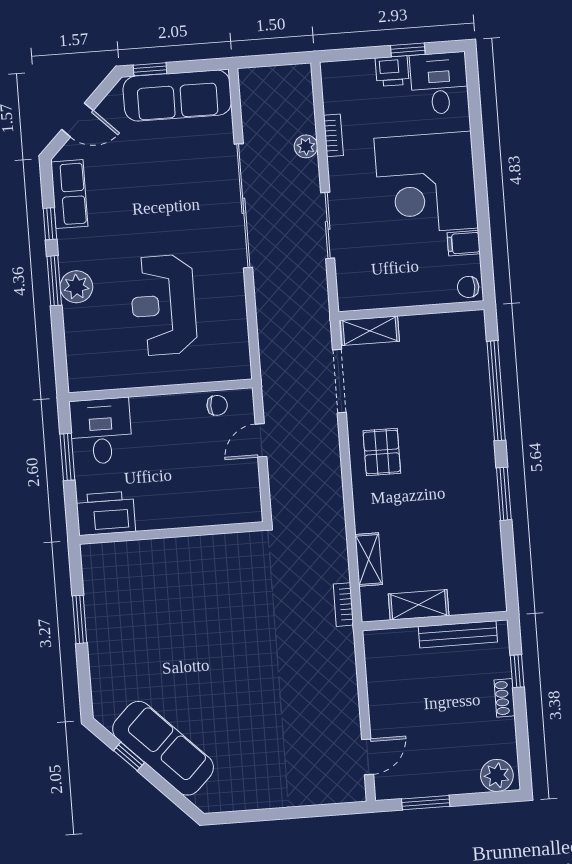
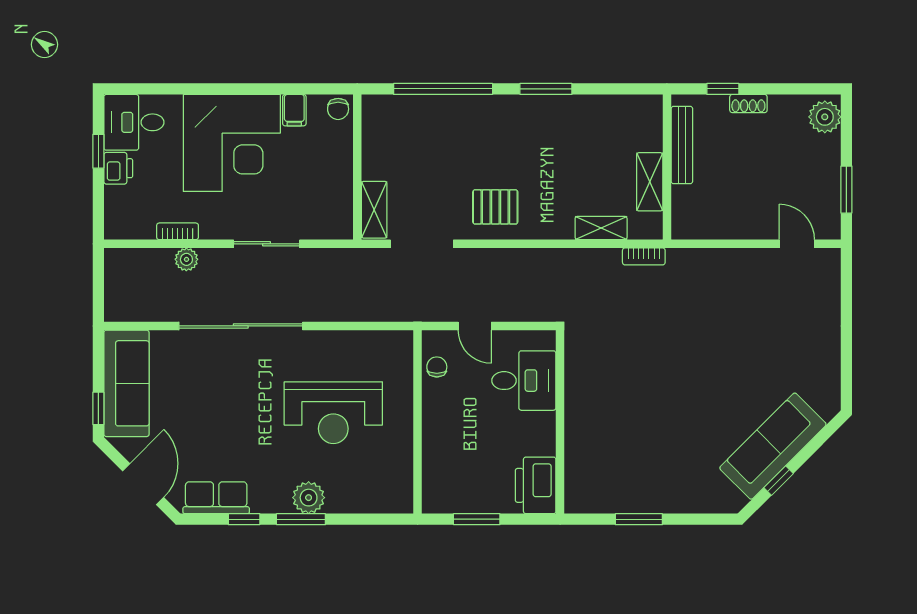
door: (77, 120) -> (143, 484), width x1.38
desk: (101, 431) -> (524, 381), moved, turned 180

